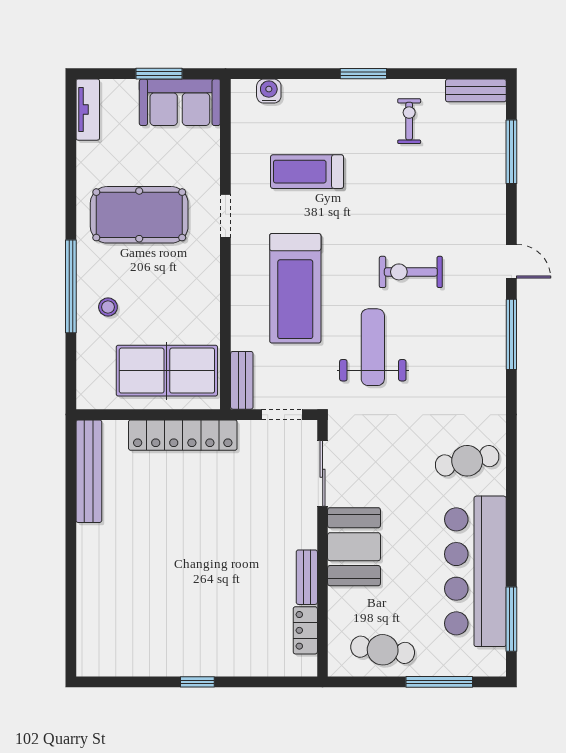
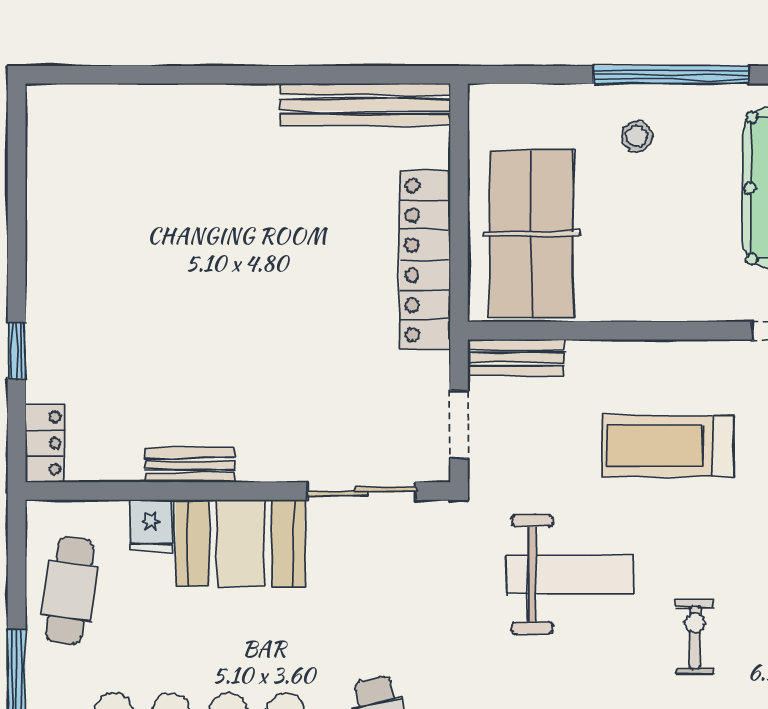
exercise bike: (411, 272) -> (695, 637), width x0.73, depth x0.72
treadmill: (295, 288) -> (668, 446), width x0.73, depth x0.73
fridge: (343, 601) -> (151, 525), added
locker: (305, 630) -> (45, 443), moved, turned 90
window: (197, 682) -> (17, 351), moved

